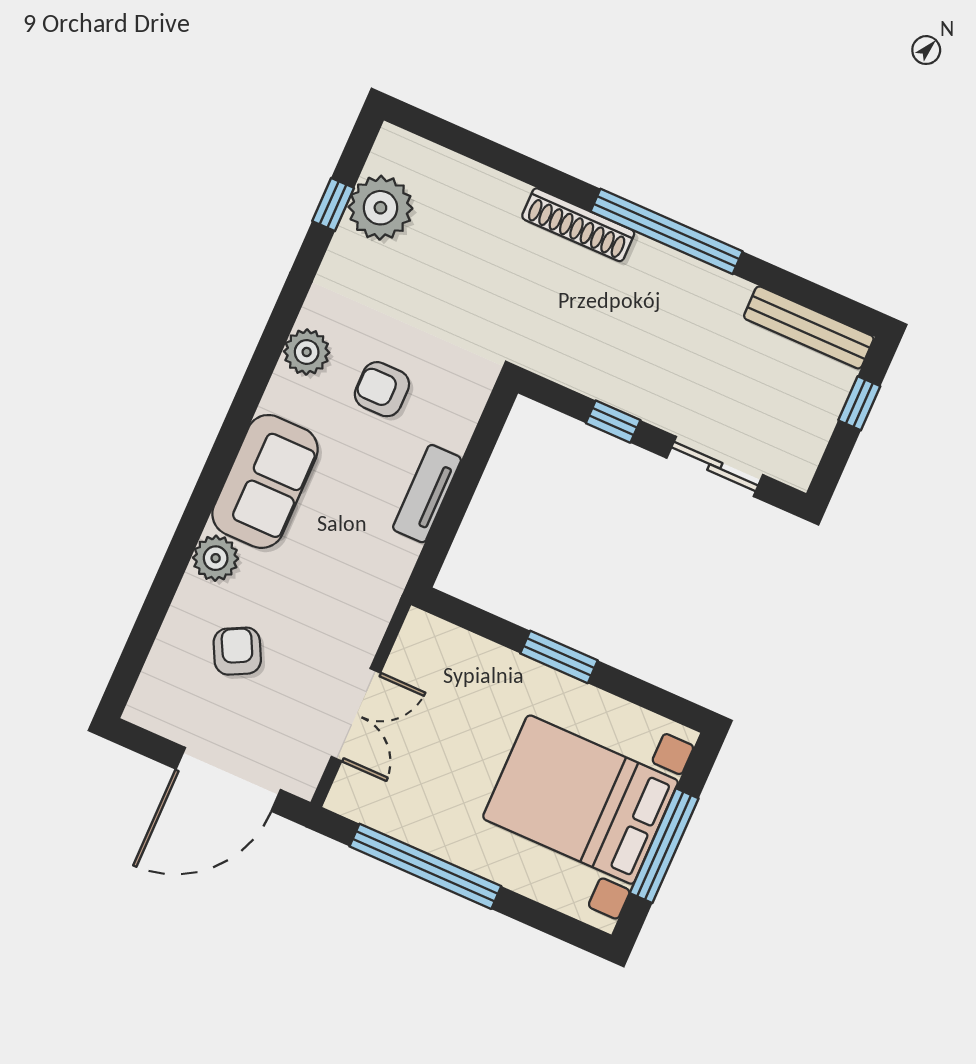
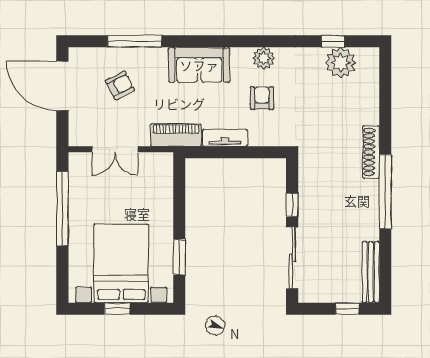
sliding door: (715, 466) -> (292, 258), width x1.37
plant: (216, 558) -> (156, 58), removed
window: (165, 585) -> (135, 41), added
piano: (380, 586) -> (176, 135), added
window: (559, 657) -> (179, 257), moved
door: (228, 779) -> (62, 86), moved
window: (664, 846) -> (117, 309), width x0.46

